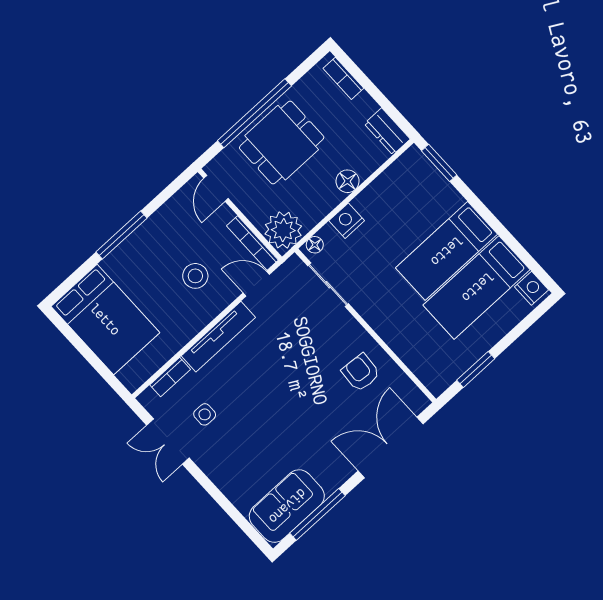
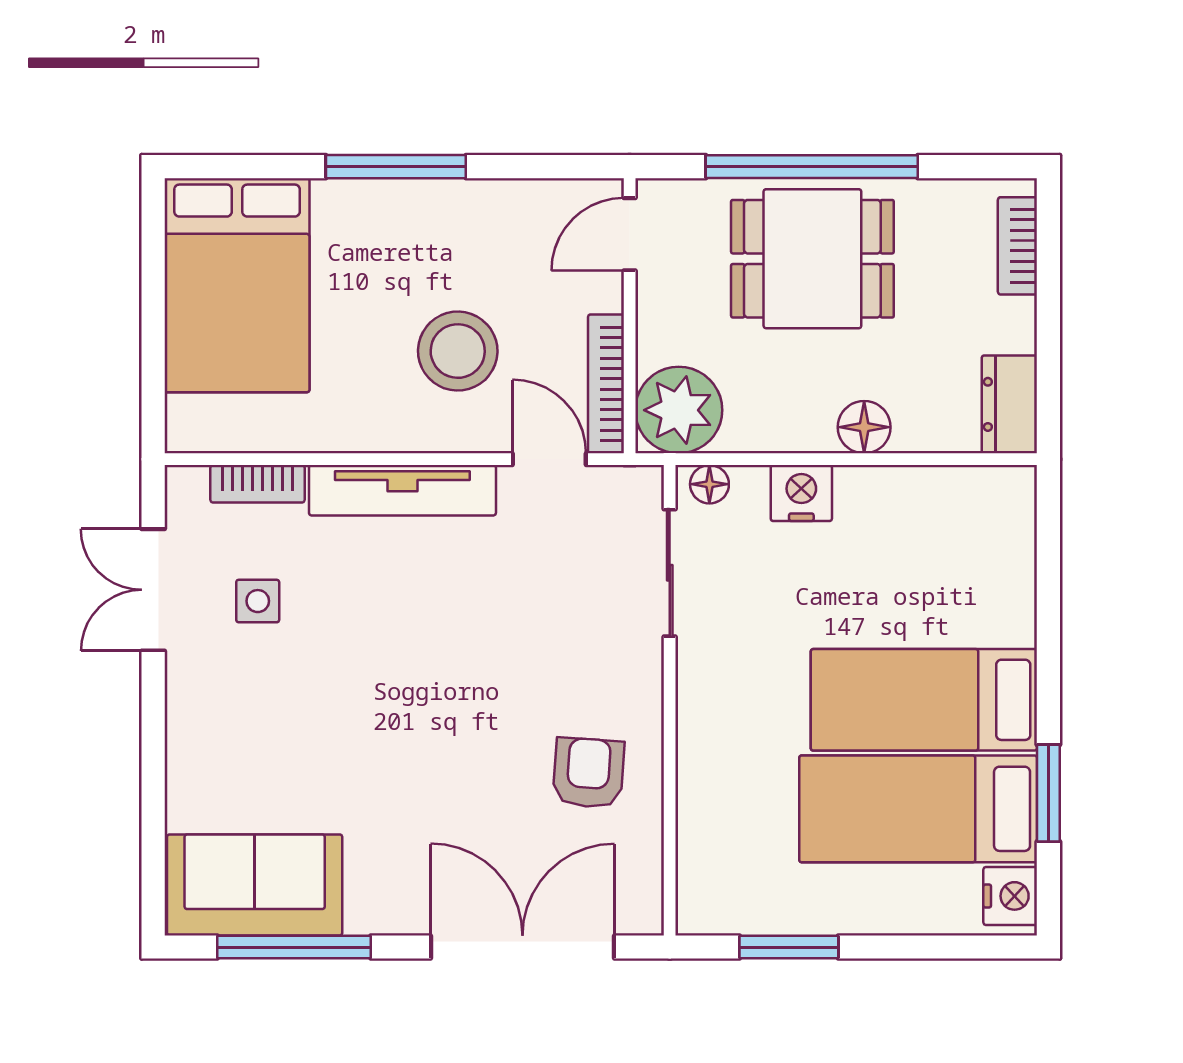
window: (439, 163) -> (1048, 793), moved
stool: (195, 276) -> (458, 351), width x1.38, depth x1.38

